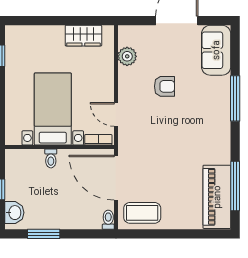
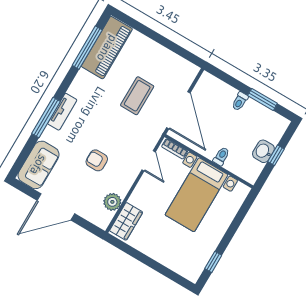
wardrobe: (83, 36) -> (126, 221), moved, turned 90
tv unit: (223, 113) -> (62, 112), added
washbasin: (14, 213) -> (263, 151), moved
coffee table: (142, 213) -> (137, 96), moved, turned 90
toilet: (108, 220) -> (240, 101), moved

